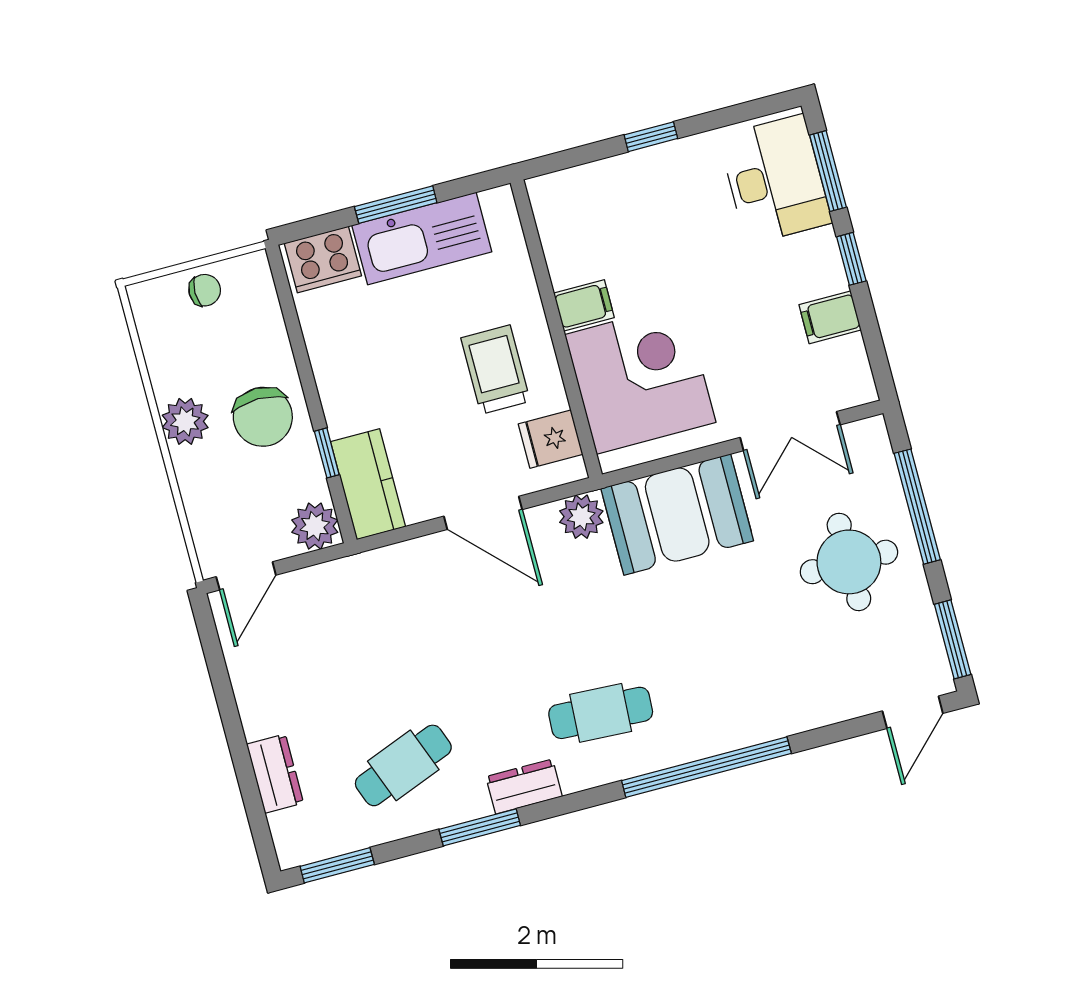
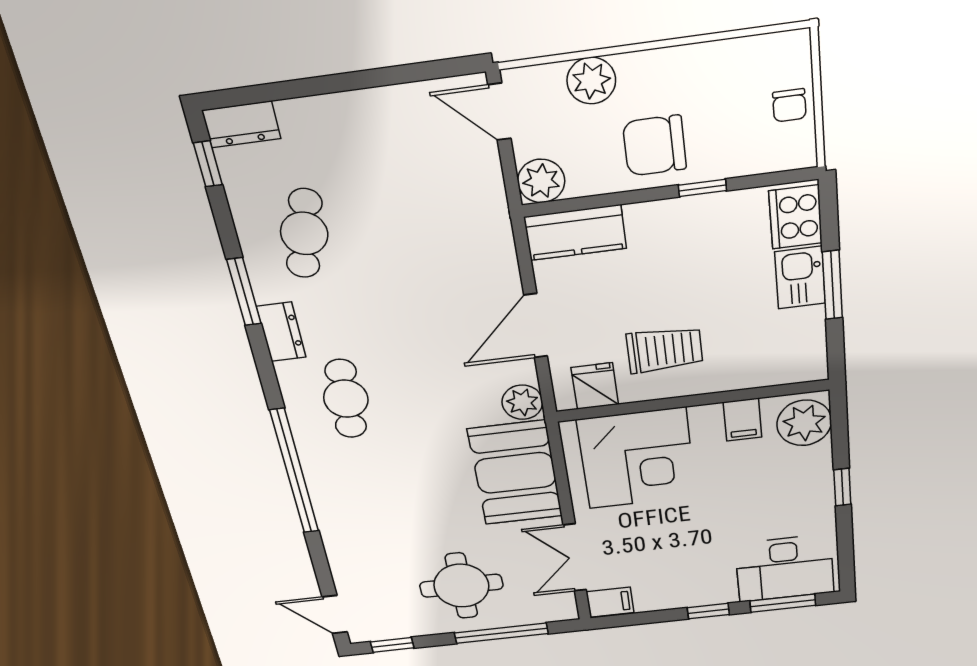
plant: (570, 199) -> (804, 423), added
kitchen sink: (422, 238) -> (800, 278), width x0.53, depth x0.81
filing cabinet: (584, 305) -> (743, 420), moved
filing cabinet: (830, 317) -> (610, 602), moved, turned 90
plant: (185, 421) -> (591, 81), moved
window: (327, 453) -> (702, 188), moved
window: (953, 639) -> (392, 645), width x0.67
cafe table: (403, 765) -> (304, 233), turned 36
dresser: (275, 773) -> (241, 124), moved
window: (337, 865) -> (208, 164), width x0.67

